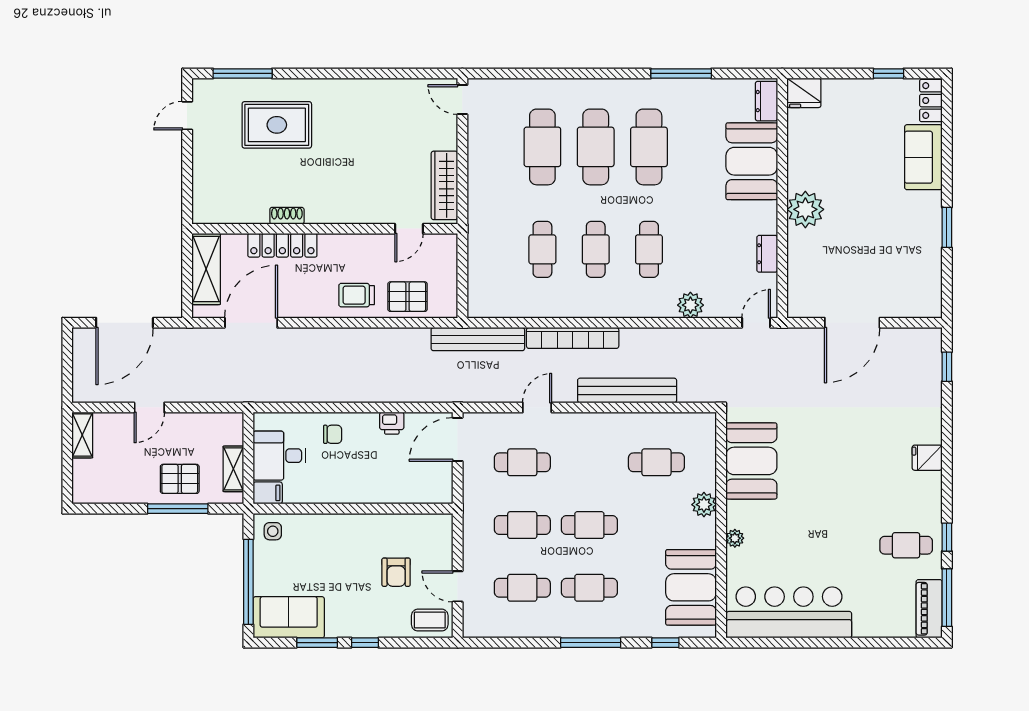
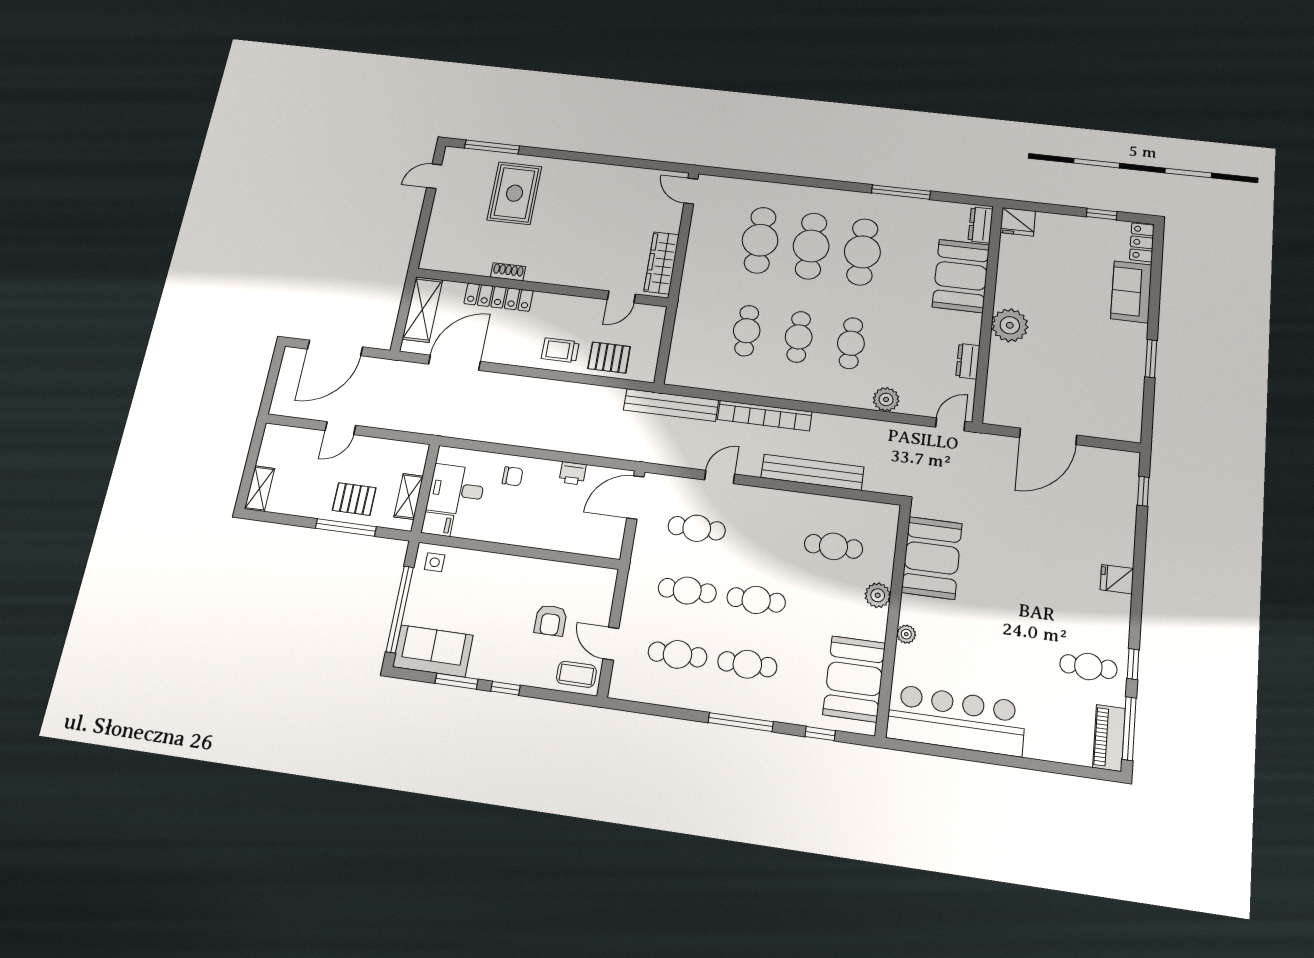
rug: (277, 125) -> (514, 193), turned 90
shelving: (82, 435) -> (260, 489), moved

